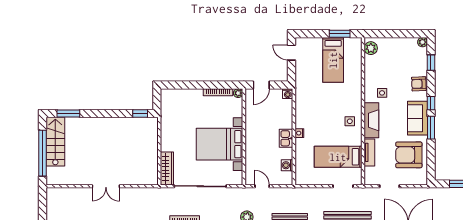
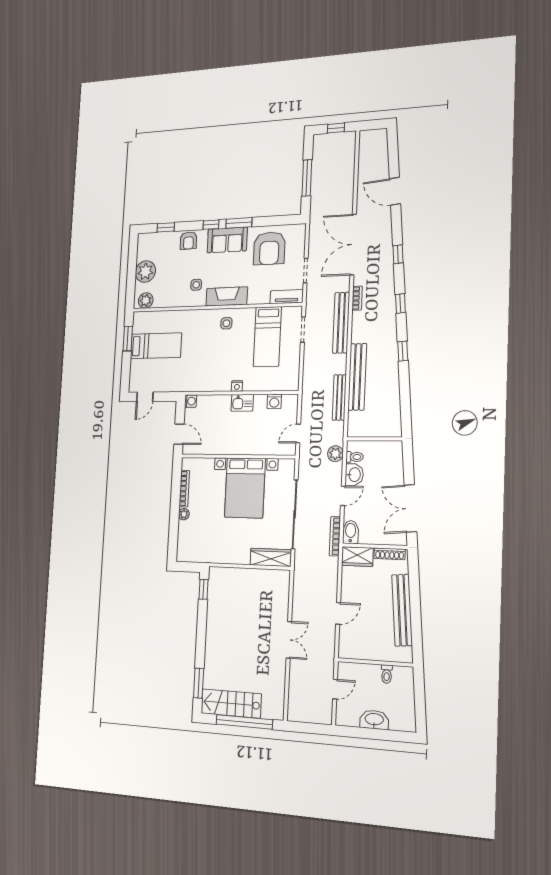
plant: (423, 42) -> (145, 272), moved, width x1.88, depth x1.88
plant: (238, 93) -> (184, 514), moved
tv unit: (369, 152) -> (287, 297), moved

